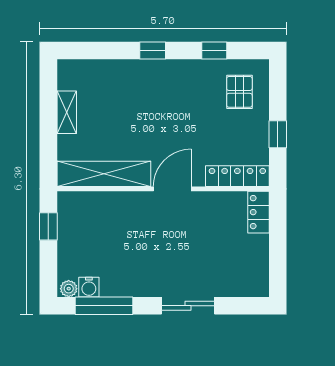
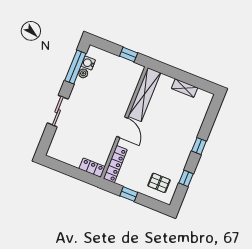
plant: (69, 289) -> (83, 73), moved

